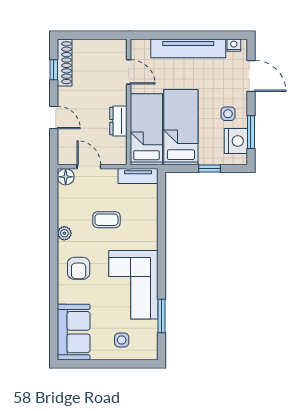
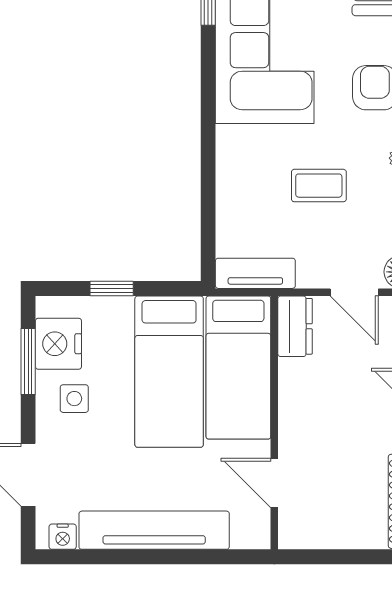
dresser: (118, 121) -> (295, 326), moved

